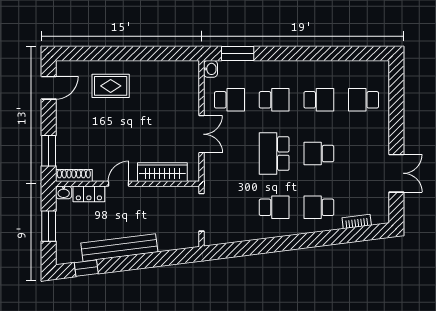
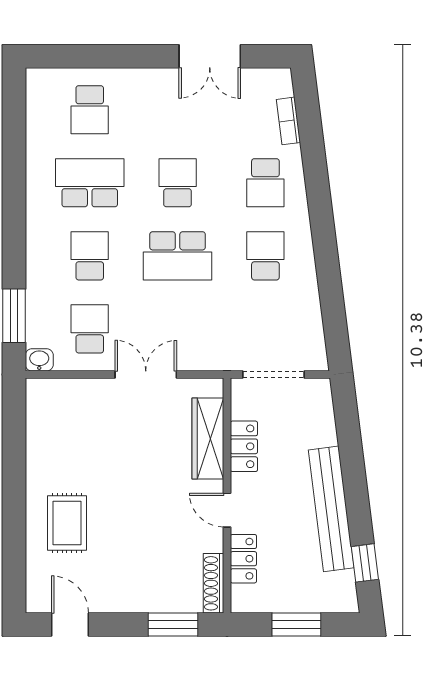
school desk: (319, 100) -> (90, 183), width x1.85
school desk: (319, 154) -> (178, 183), turned 180
double door: (396, 173) -> (210, 56), swing flipped
washbasin: (64, 192) -> (241, 600), removed
locker: (158, 194) -> (244, 446), added

